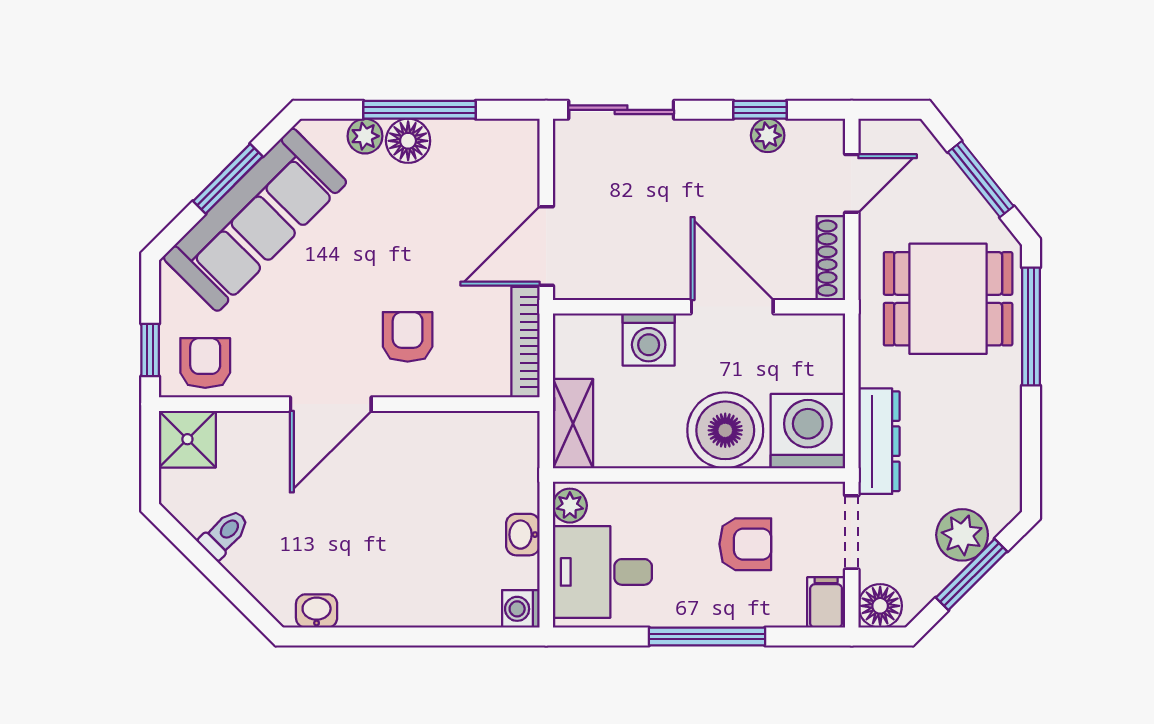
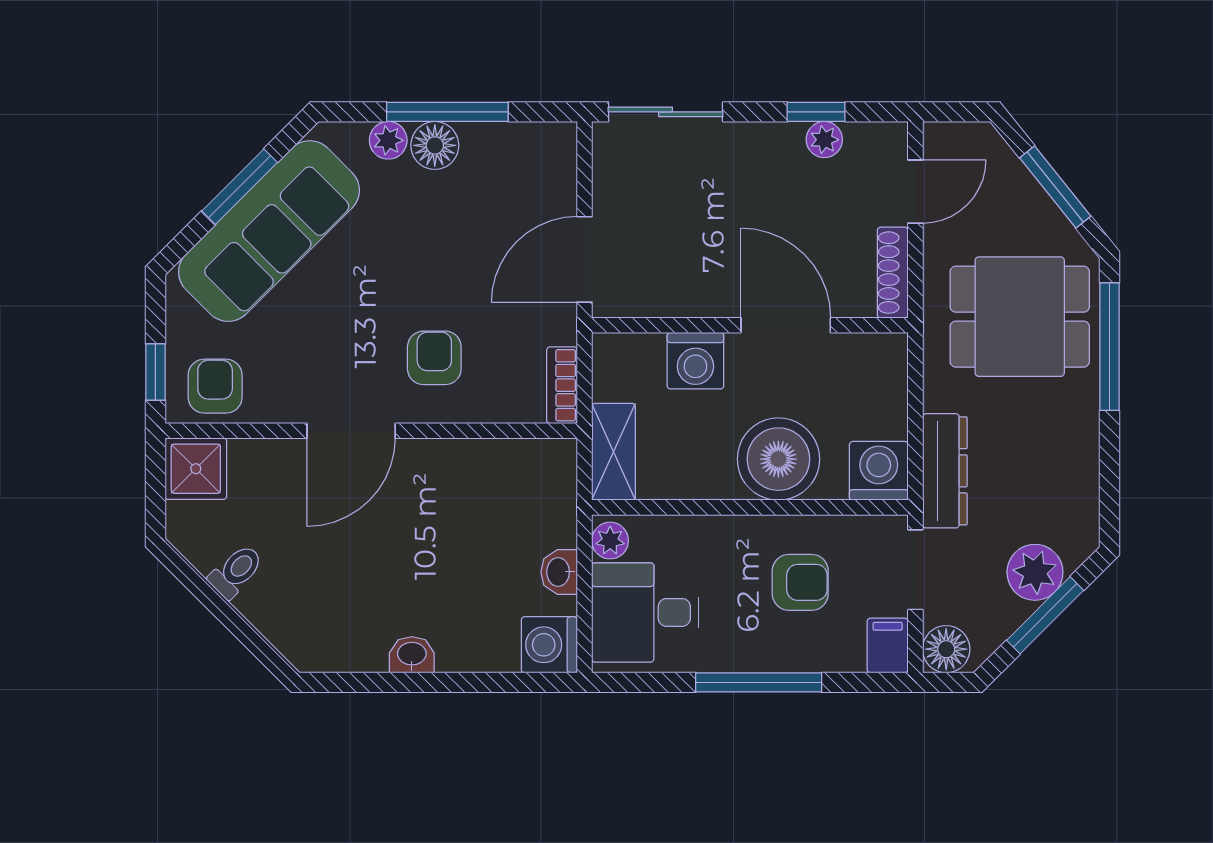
bookcase: (525, 342) -> (562, 385), width x0.64
washing machine: (808, 431) -> (879, 471), width x0.73, depth x0.73
washing machine: (521, 609) -> (549, 645), width x1.38, depth x1.38
washbasin: (317, 611) -> (412, 655), moved

